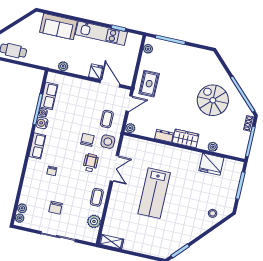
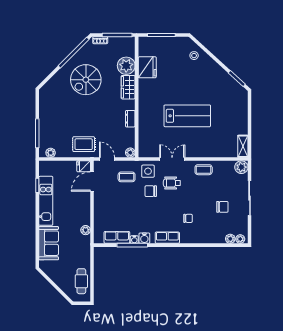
fridge: (96, 72) -> (84, 166), moved
wardrobe: (186, 138) -> (128, 87), moved
plant: (213, 147) -> (126, 66), width x1.87, depth x1.87
plant: (94, 221) -> (241, 167), moved

